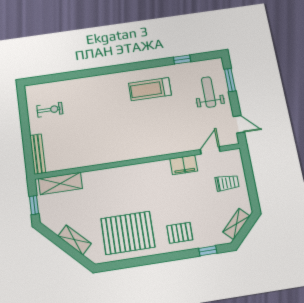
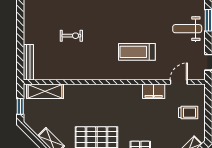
treadmill: (150, 89) -> (137, 52), moved
weight bench: (209, 92) -> (187, 29), turned -90
exercise bike: (50, 110) -> (71, 36), moved

